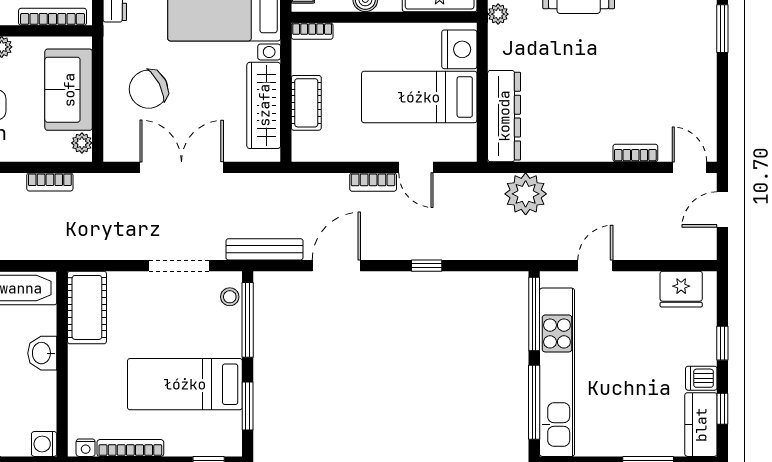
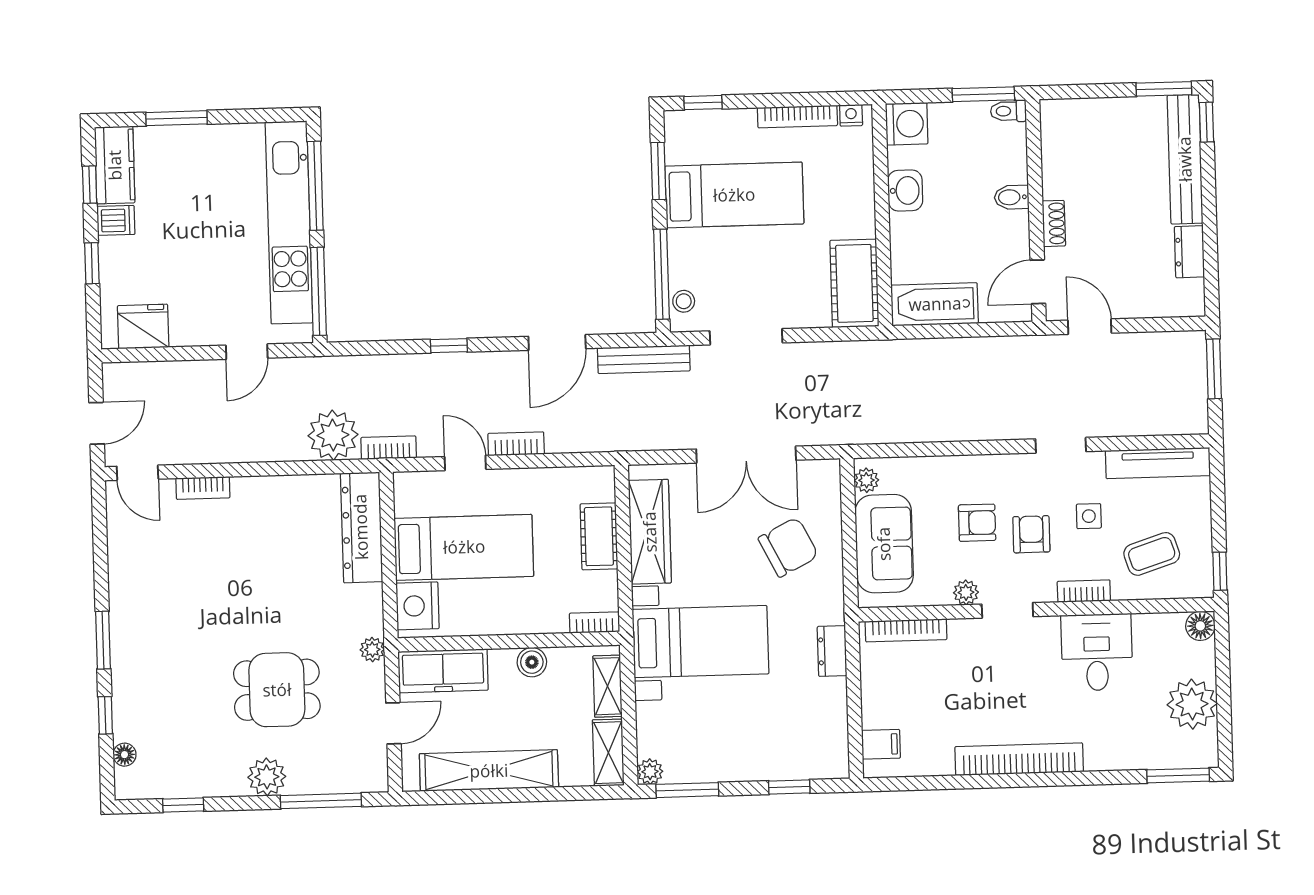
bookcase: (50, 182) -> (389, 448), moved
washbasin: (42, 353) -> (905, 191), moved
washing machine: (44, 444) -> (907, 124), width x1.38, depth x1.38

